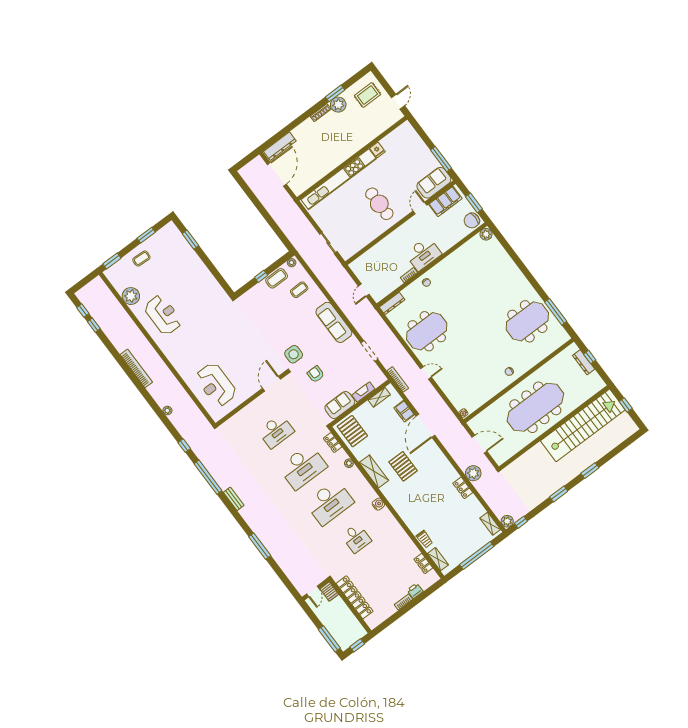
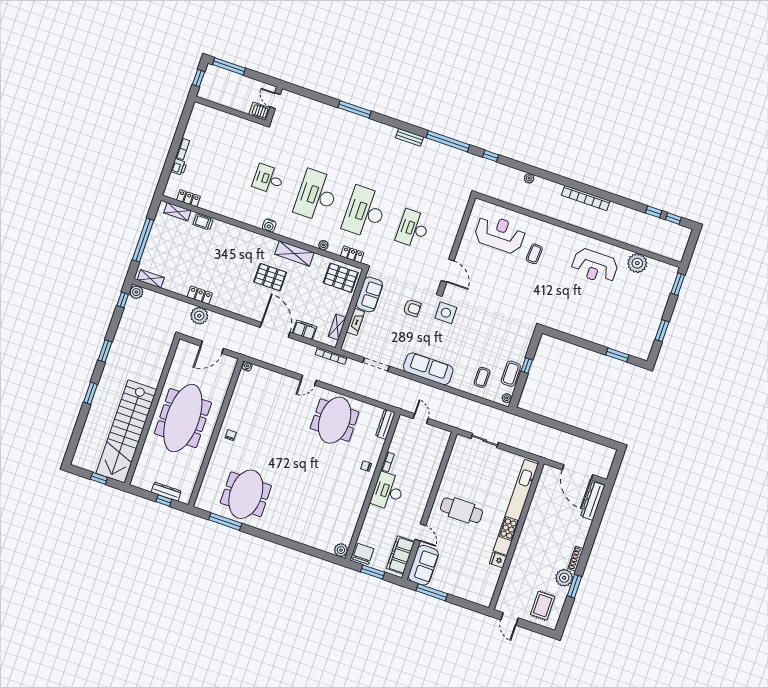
coffee table: (141, 259) -> (534, 254), moved
locker: (355, 597) -> (232, 122), removed

